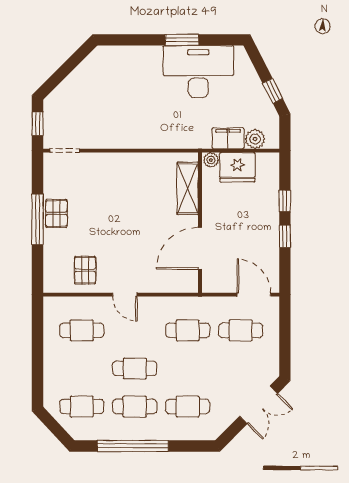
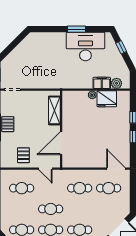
window: (273, 91) -> (121, 47), moved
shelving: (188, 188) -> (54, 110), moved
wall: (200, 223) -> (61, 129), moved
door: (200, 248) -> (61, 143), moved

